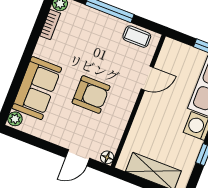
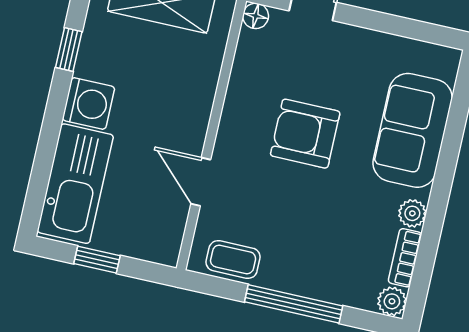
door: (147, 78) -> (201, 182), hinge flipped
plant: (15, 119) -> (412, 213), moved

